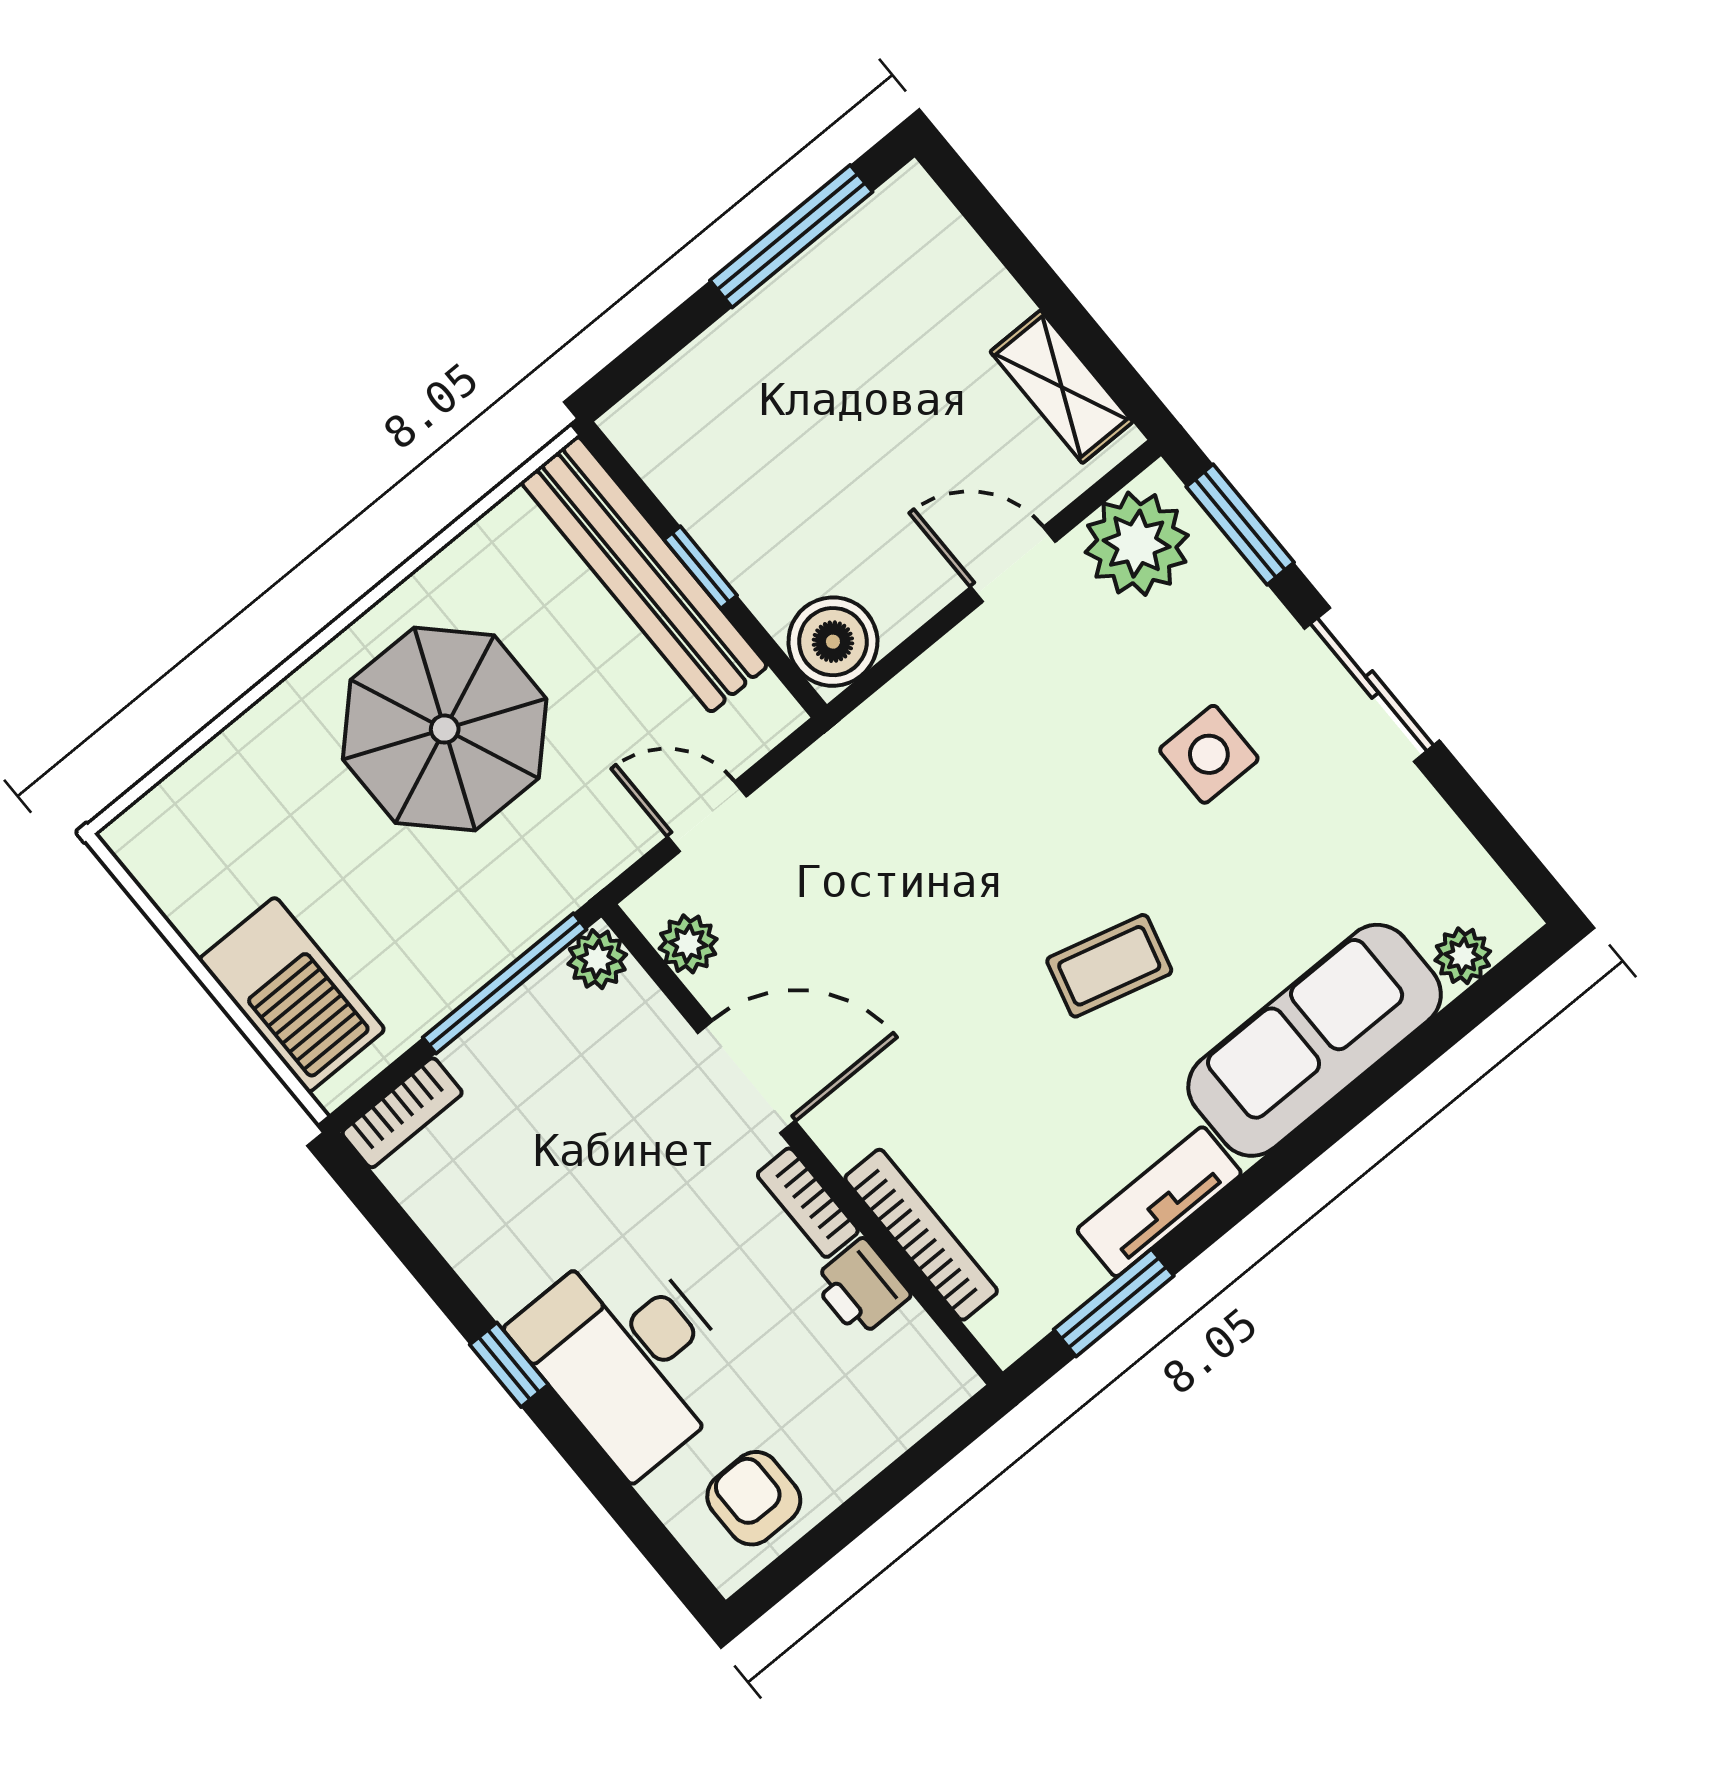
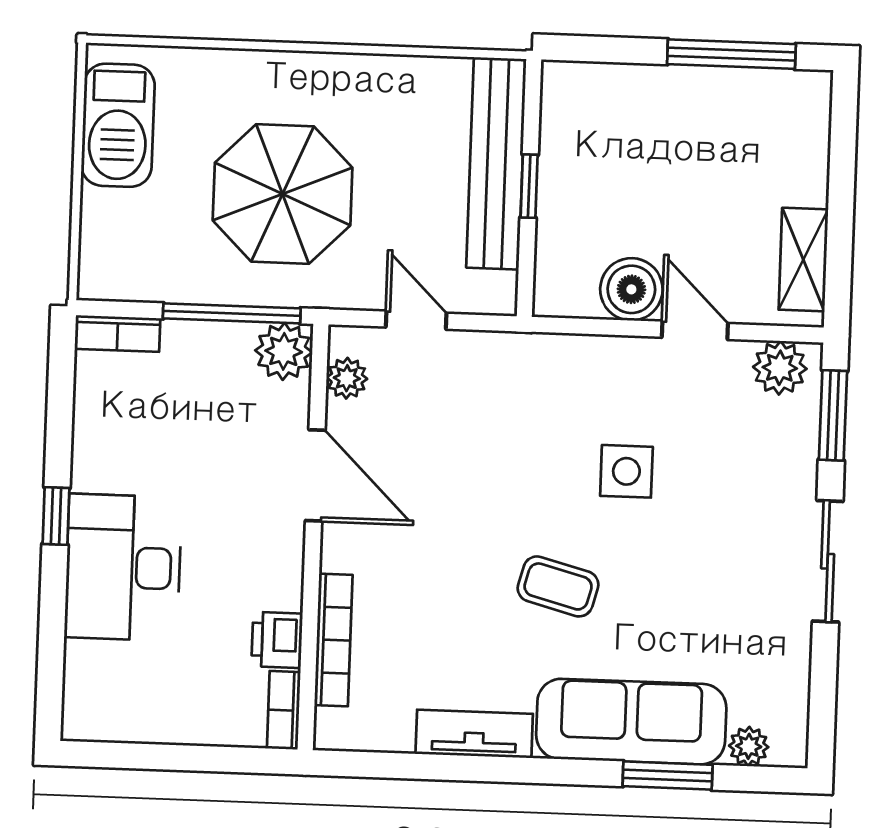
plant: (1137, 544) -> (780, 368), width x0.73, depth x0.73
boiler: (833, 642) -> (631, 289), moved
parasol: (445, 729) -> (283, 194), moved
side table: (1209, 754) -> (626, 471), moved
plant: (597, 959) -> (284, 351), width x1.38, depth x1.38
barbecue: (292, 995) -> (118, 125), moved
bookcase: (808, 1203) -> (284, 710), moved
window: (1114, 1303) -> (668, 775), moved
armchair: (754, 1498) -> (122, 701), removed

